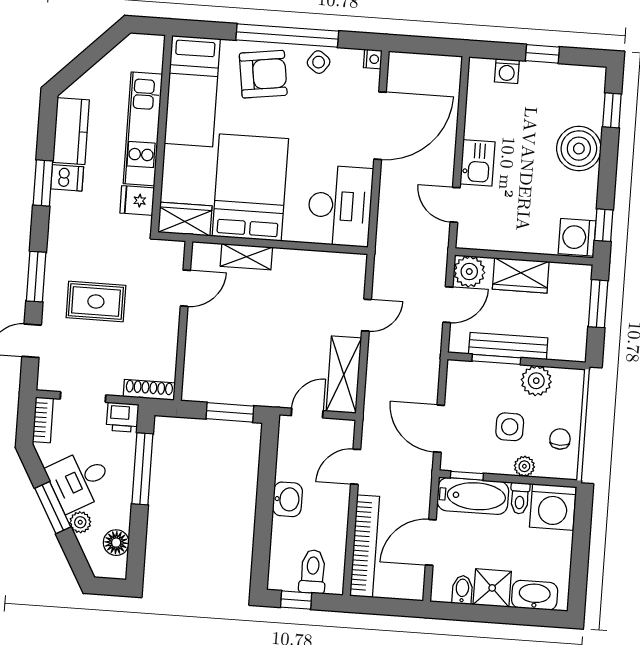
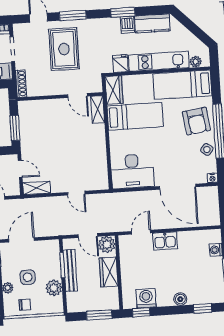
plant: (153, 61) -> (196, 62), added
boiler: (579, 149) -> (180, 299), width x0.54, depth x0.54
bed: (250, 187) -> (135, 116), width x0.67
washing machine: (577, 237) -> (146, 298), moved
shelving: (246, 257) -> (98, 109), moved
rug: (96, 302) -> (64, 49), width x1.36, depth x1.43
shelving: (344, 375) -> (37, 188), width x0.67, depth x0.75

